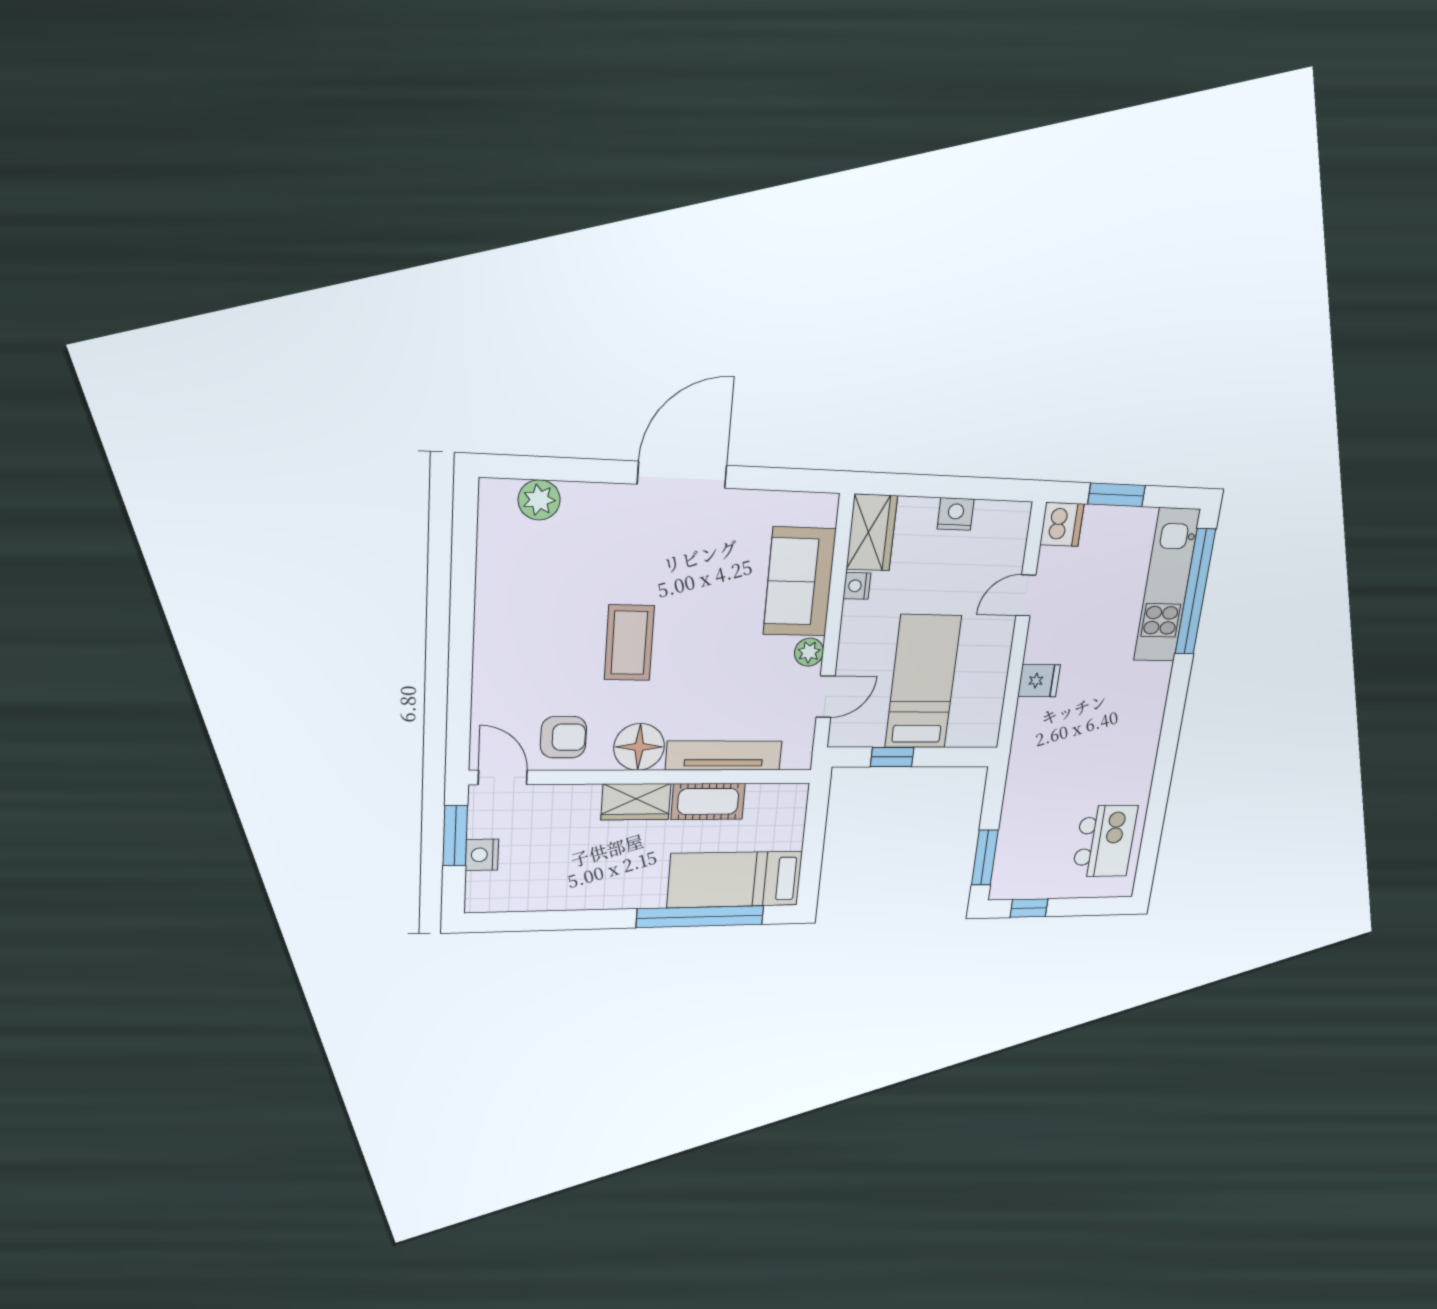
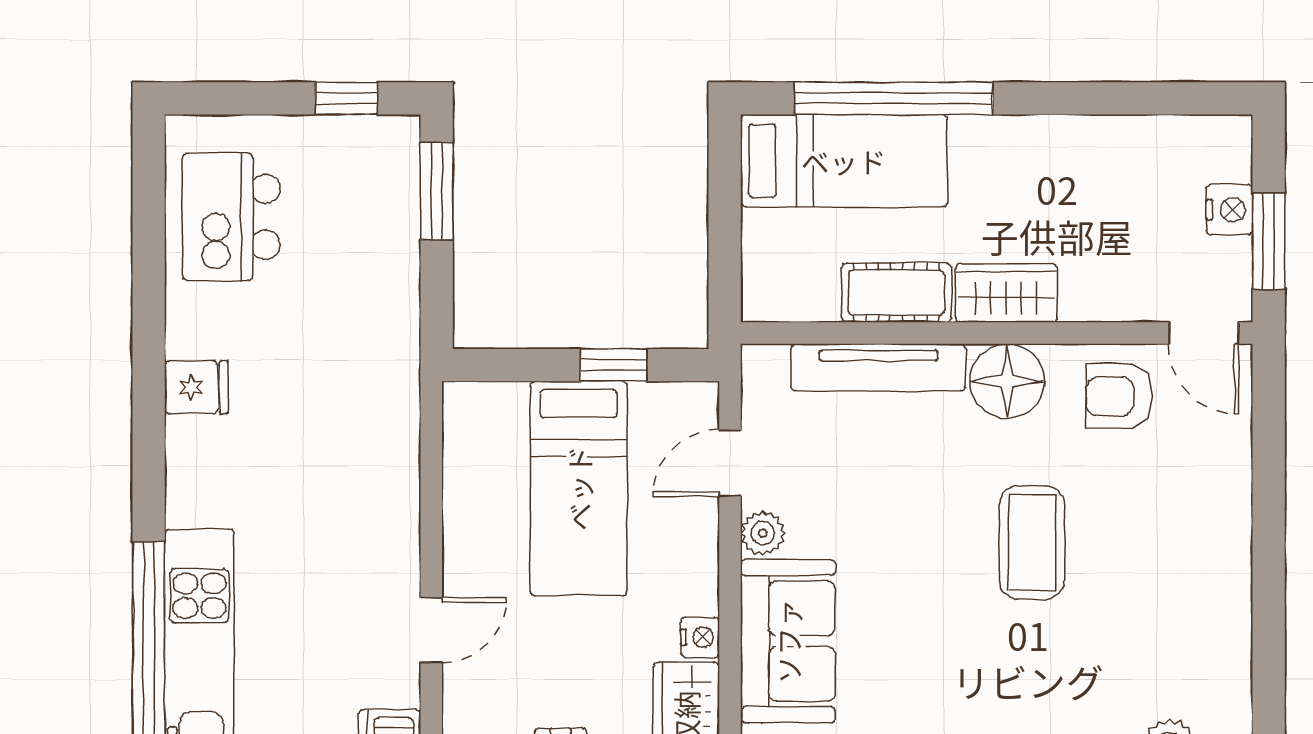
fridge: (1039, 681) -> (196, 387), moved, turned 180

